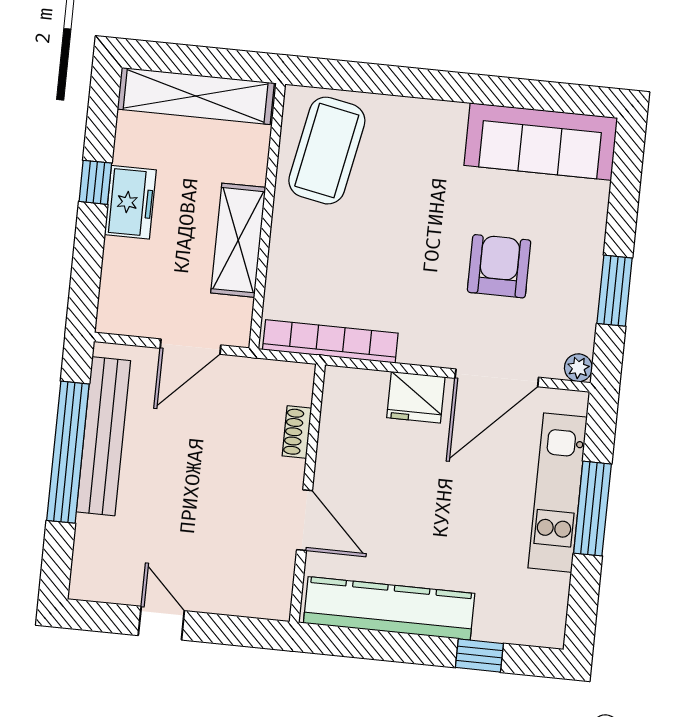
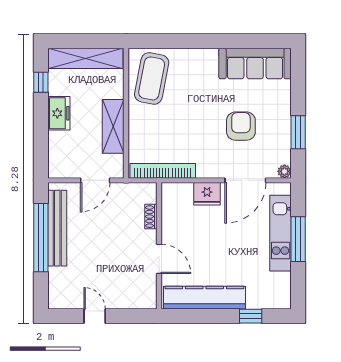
window: (95, 182) -> (41, 82), moved

